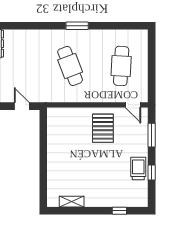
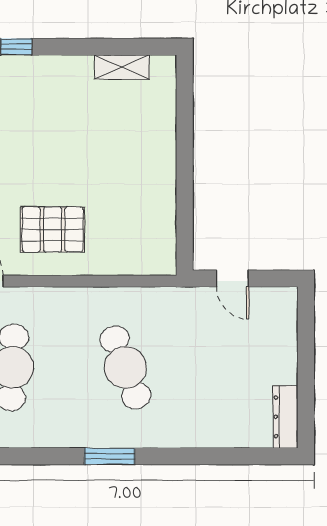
pallet: (103, 128) -> (53, 229), turned 90

